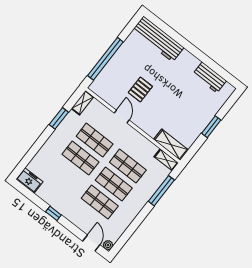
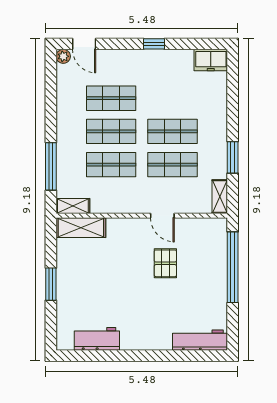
workbench: (158, 39) -> (200, 340), width x0.73, depth x0.76

